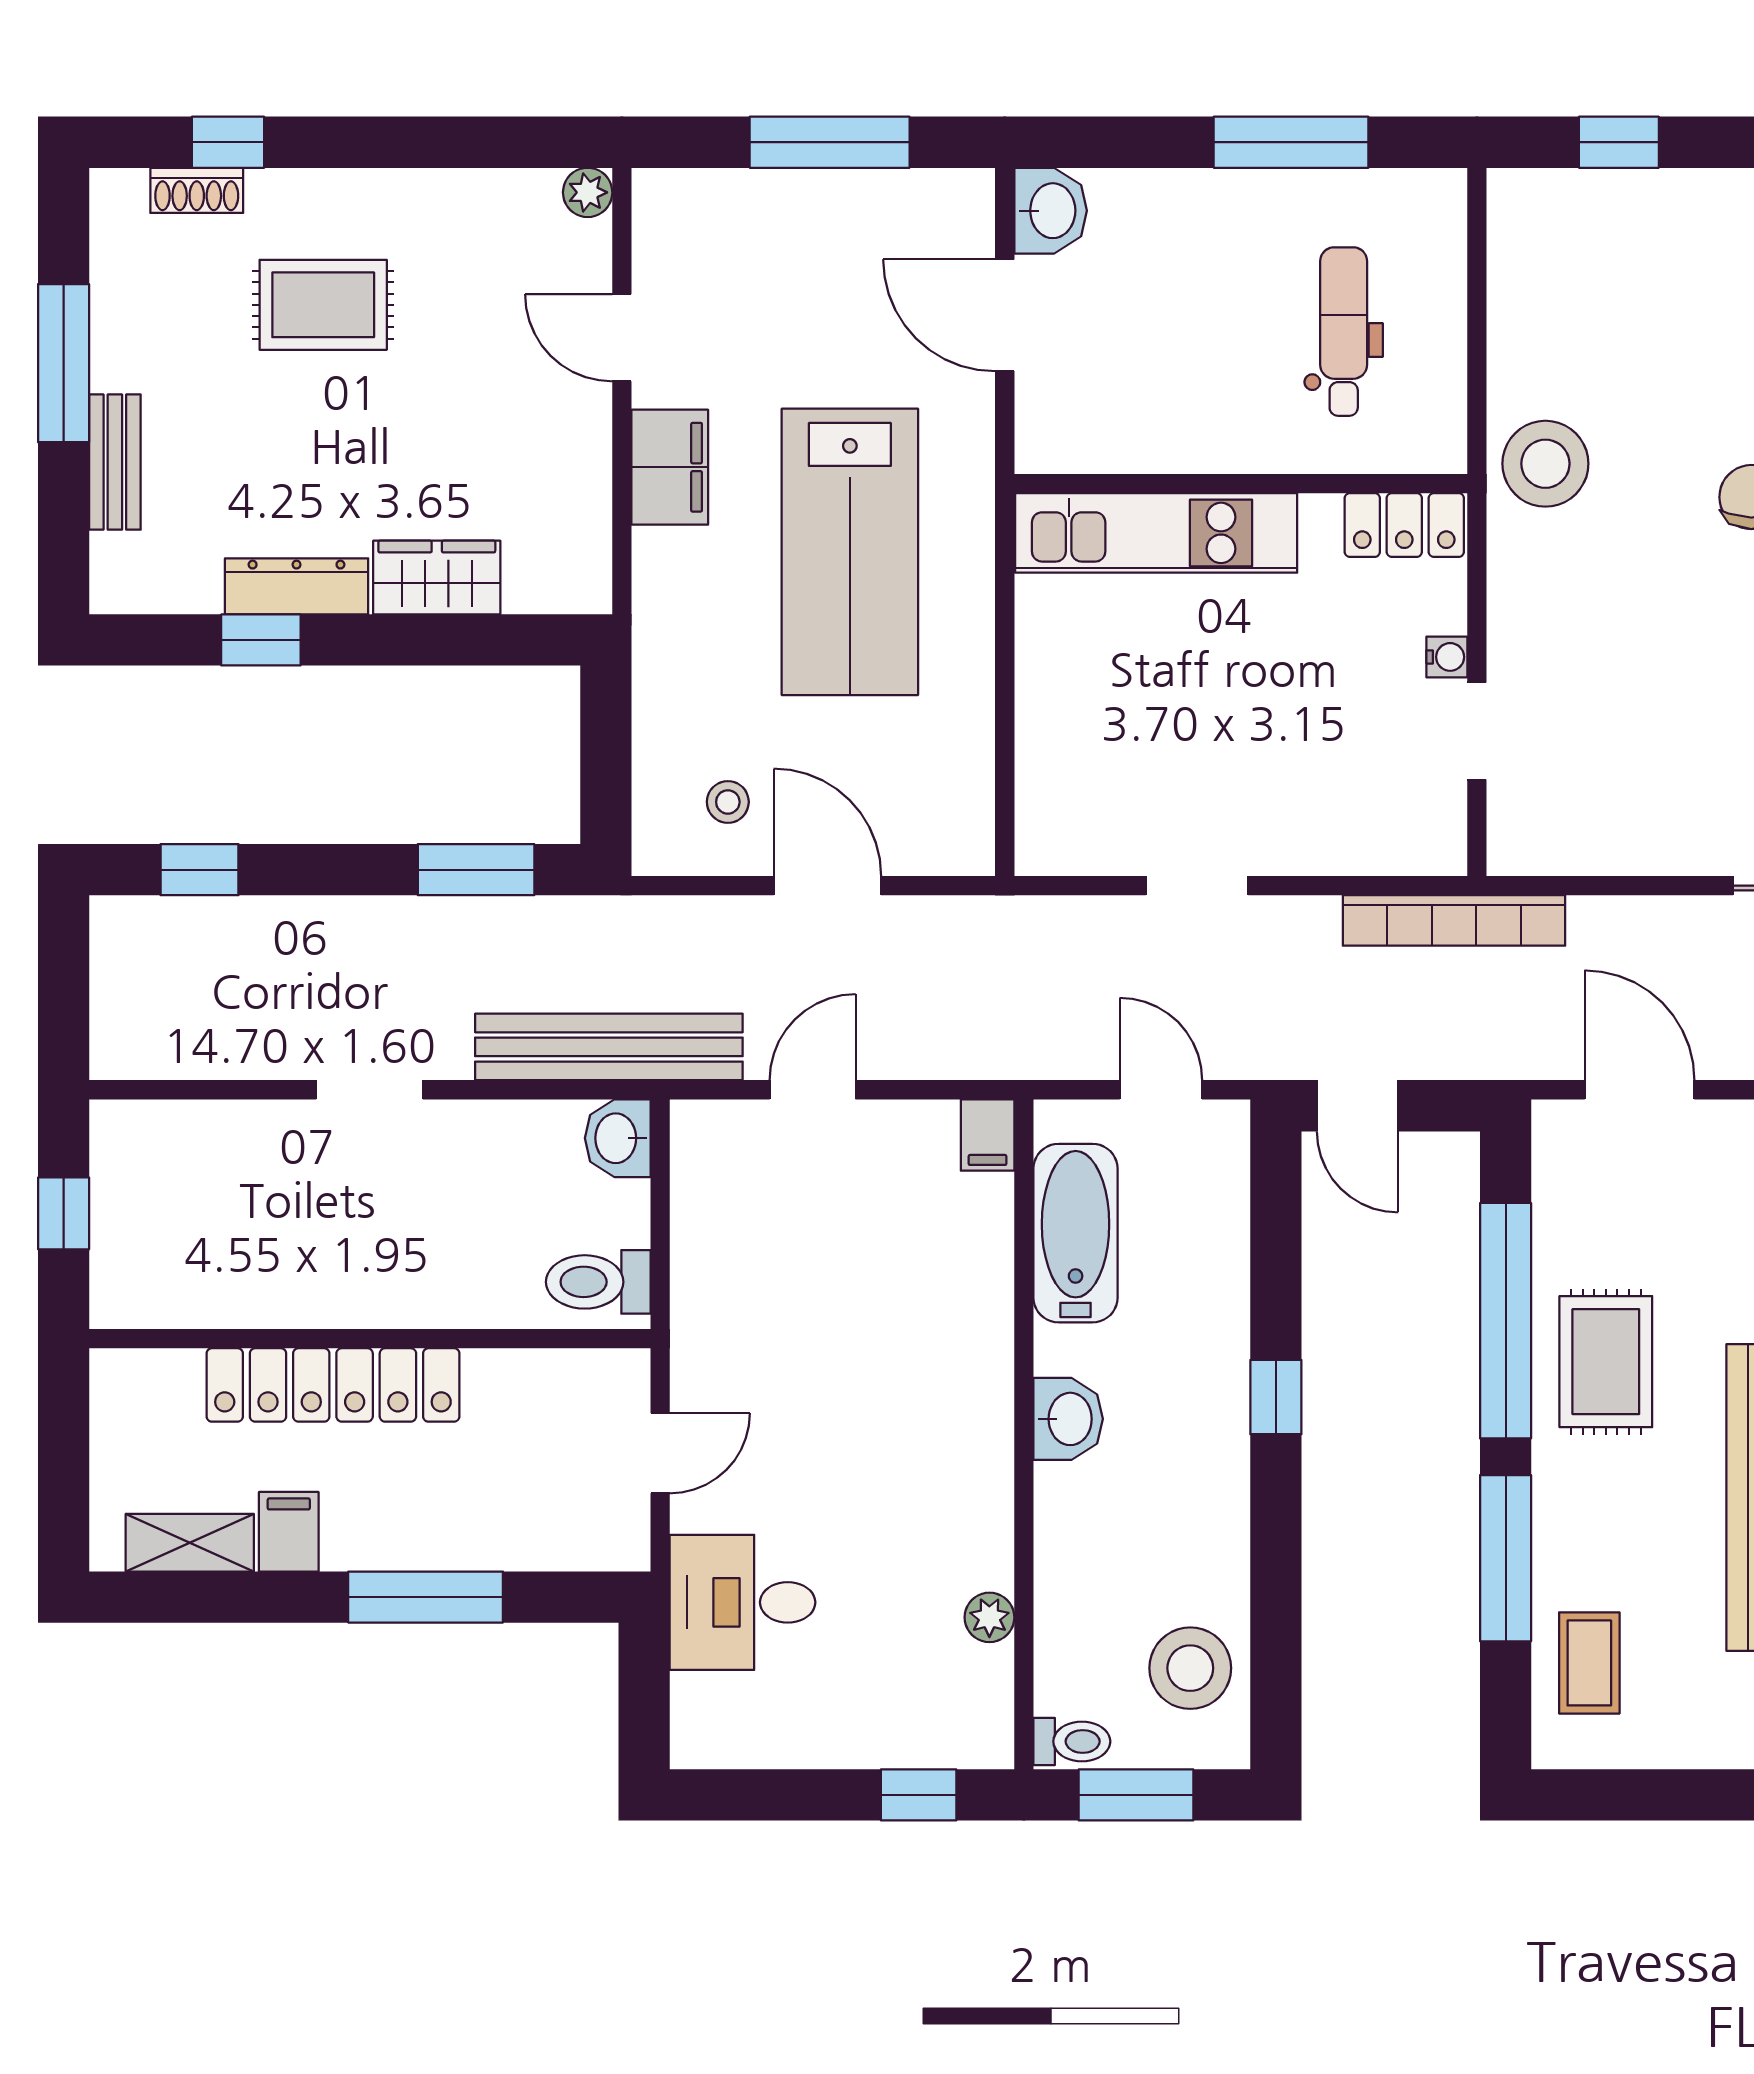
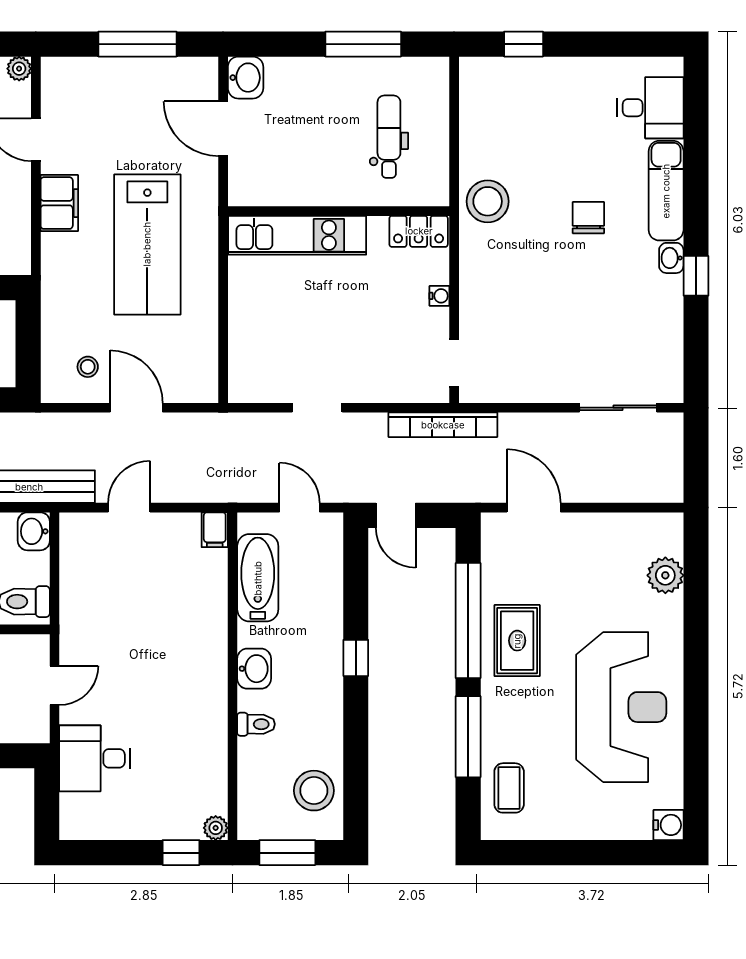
doorway: (1477, 731) -> (454, 363), moved
plant: (989, 1617) -> (216, 828), moved
toilet: (1072, 1741) -> (256, 724), moved

